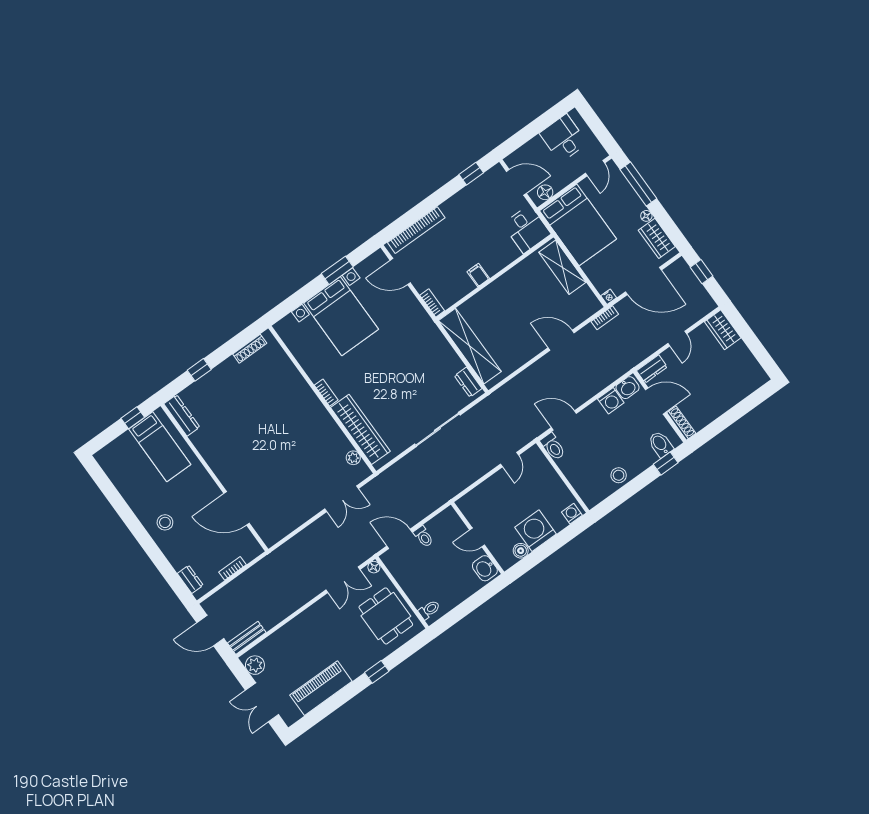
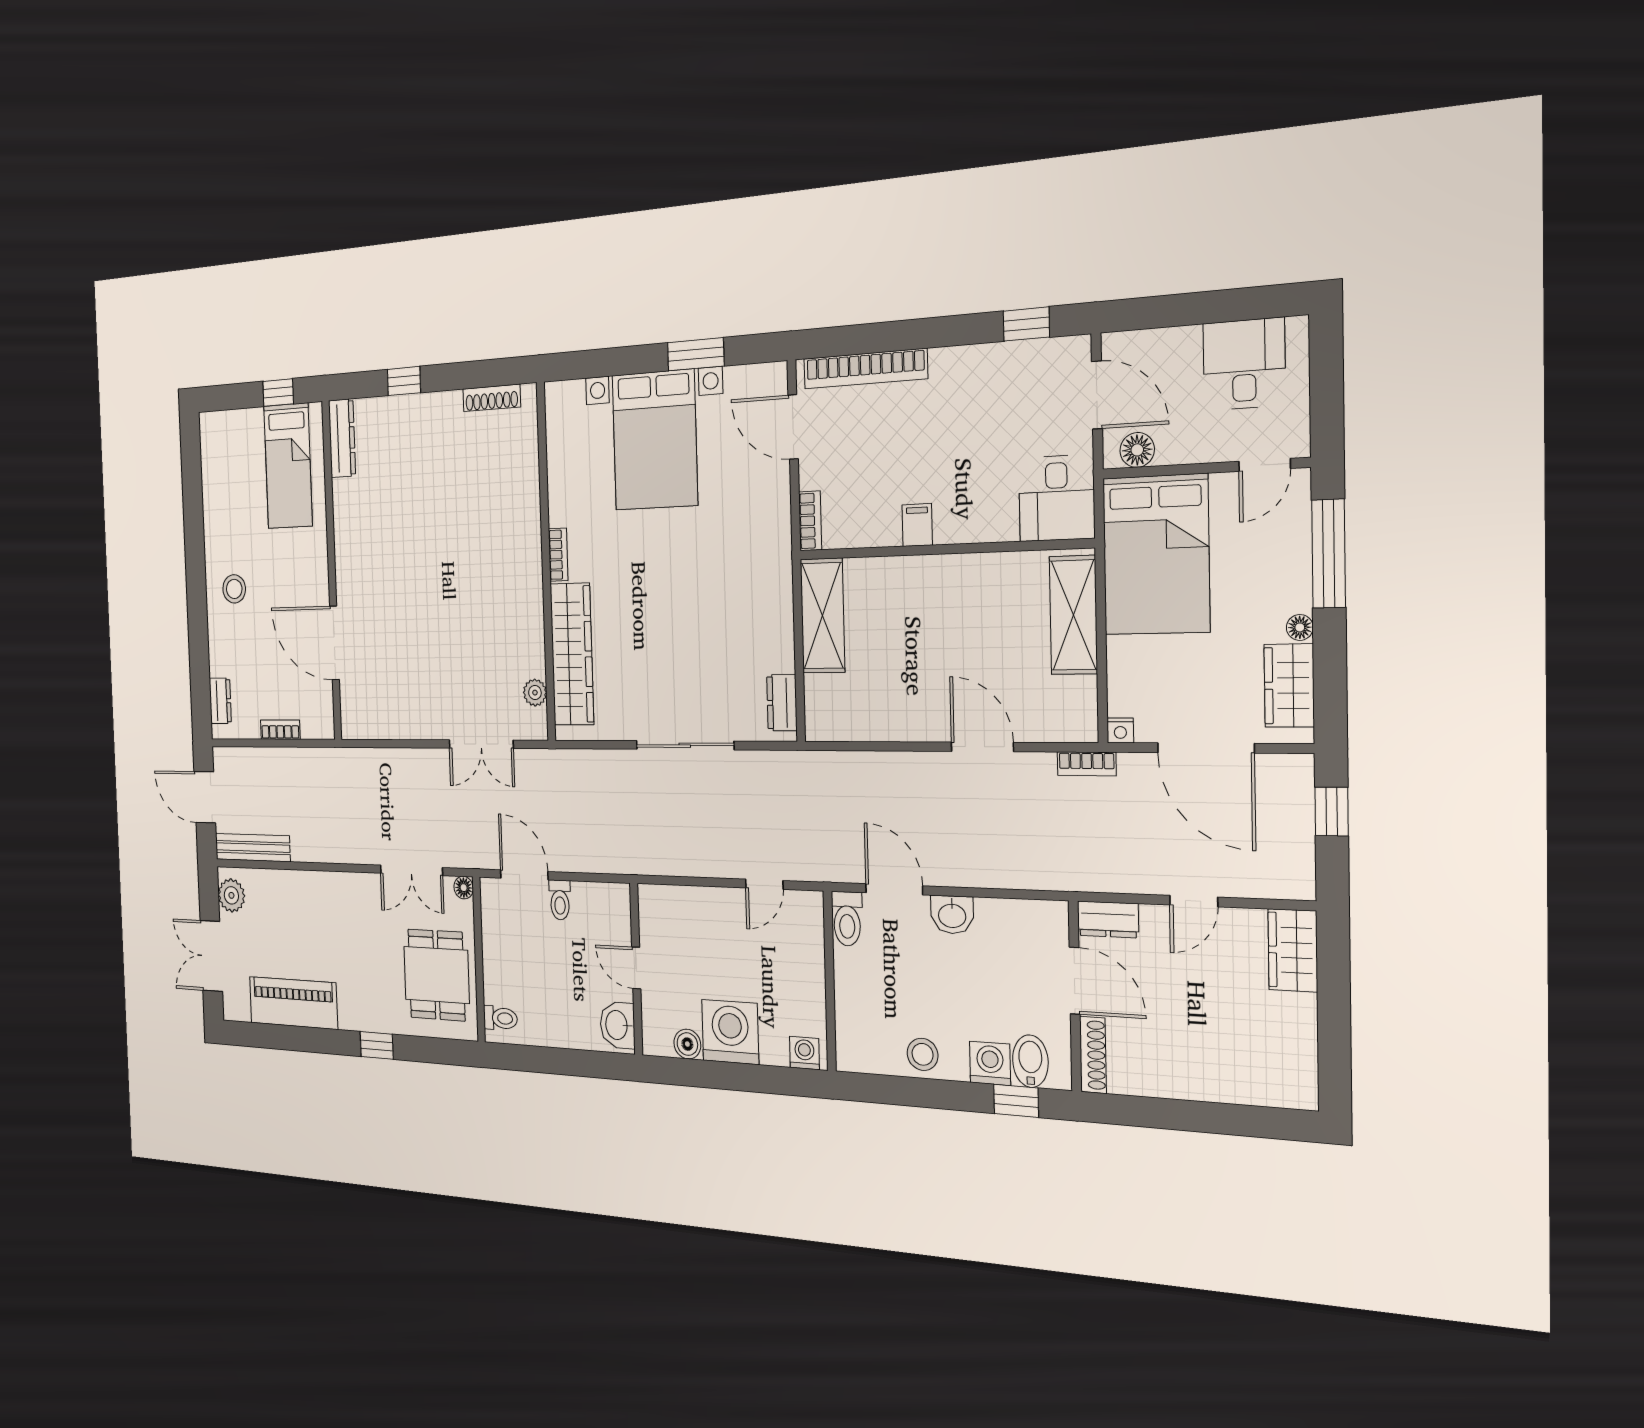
shelving: (470, 346) -> (823, 616), width x0.68
washbasin: (628, 388) -> (952, 915), moved
washing machine: (611, 401) -> (990, 1063), moved, turned 180
bench: (247, 638) -> (253, 848), width x1.36

